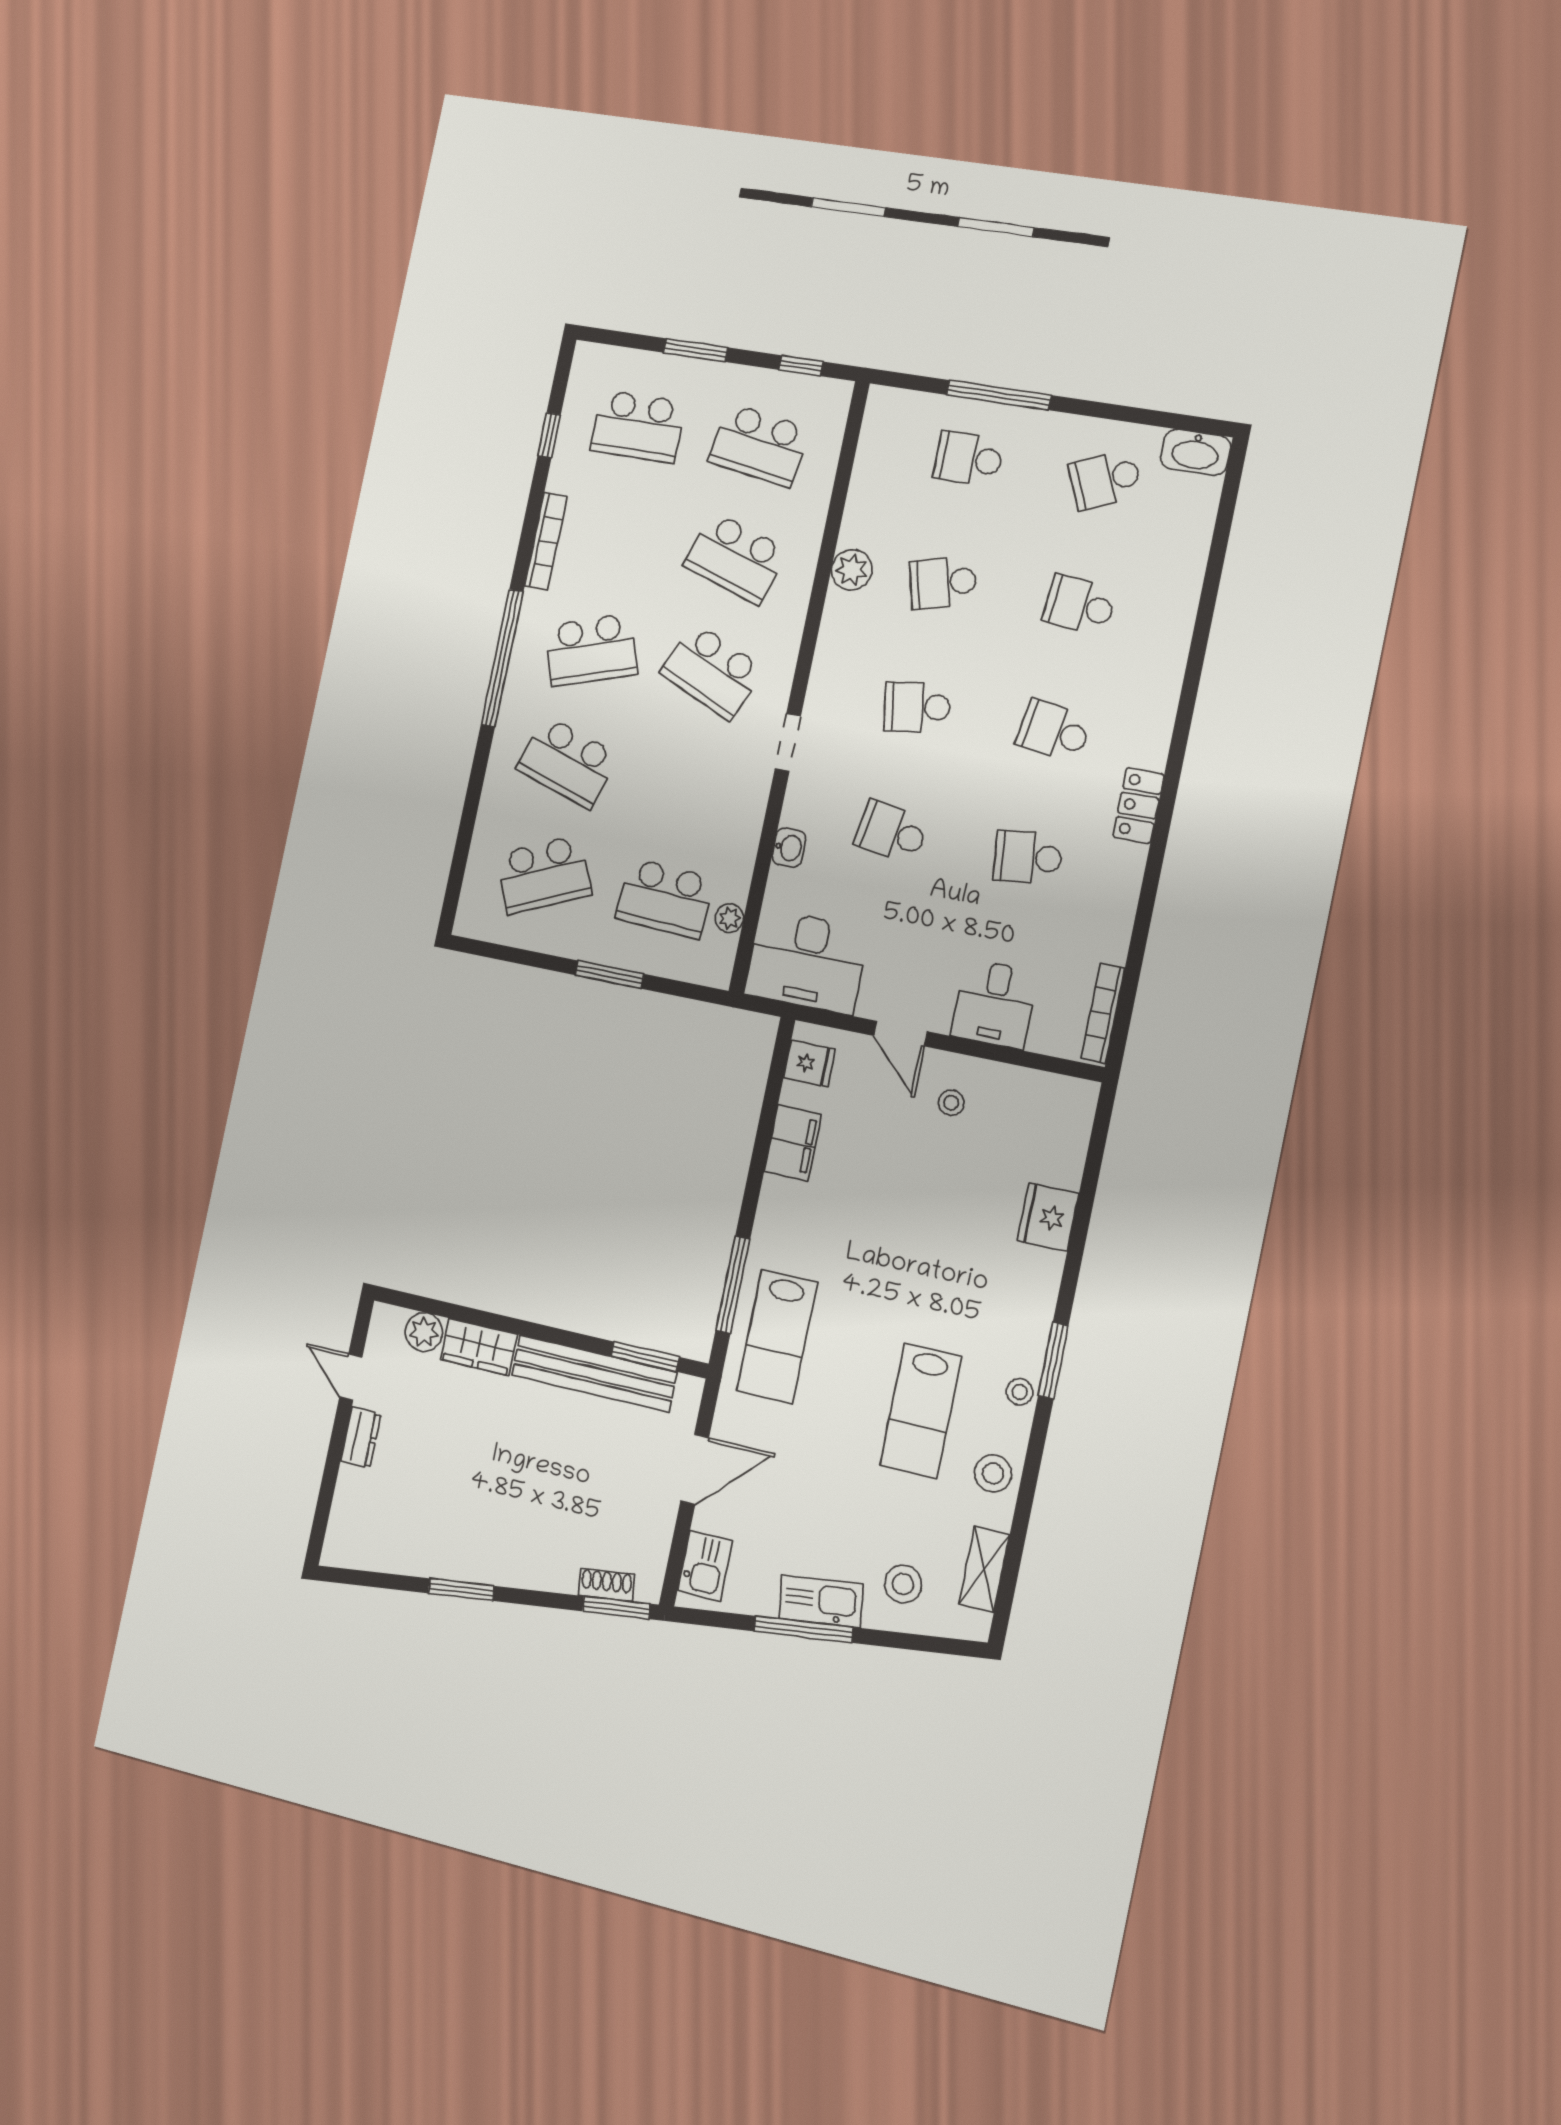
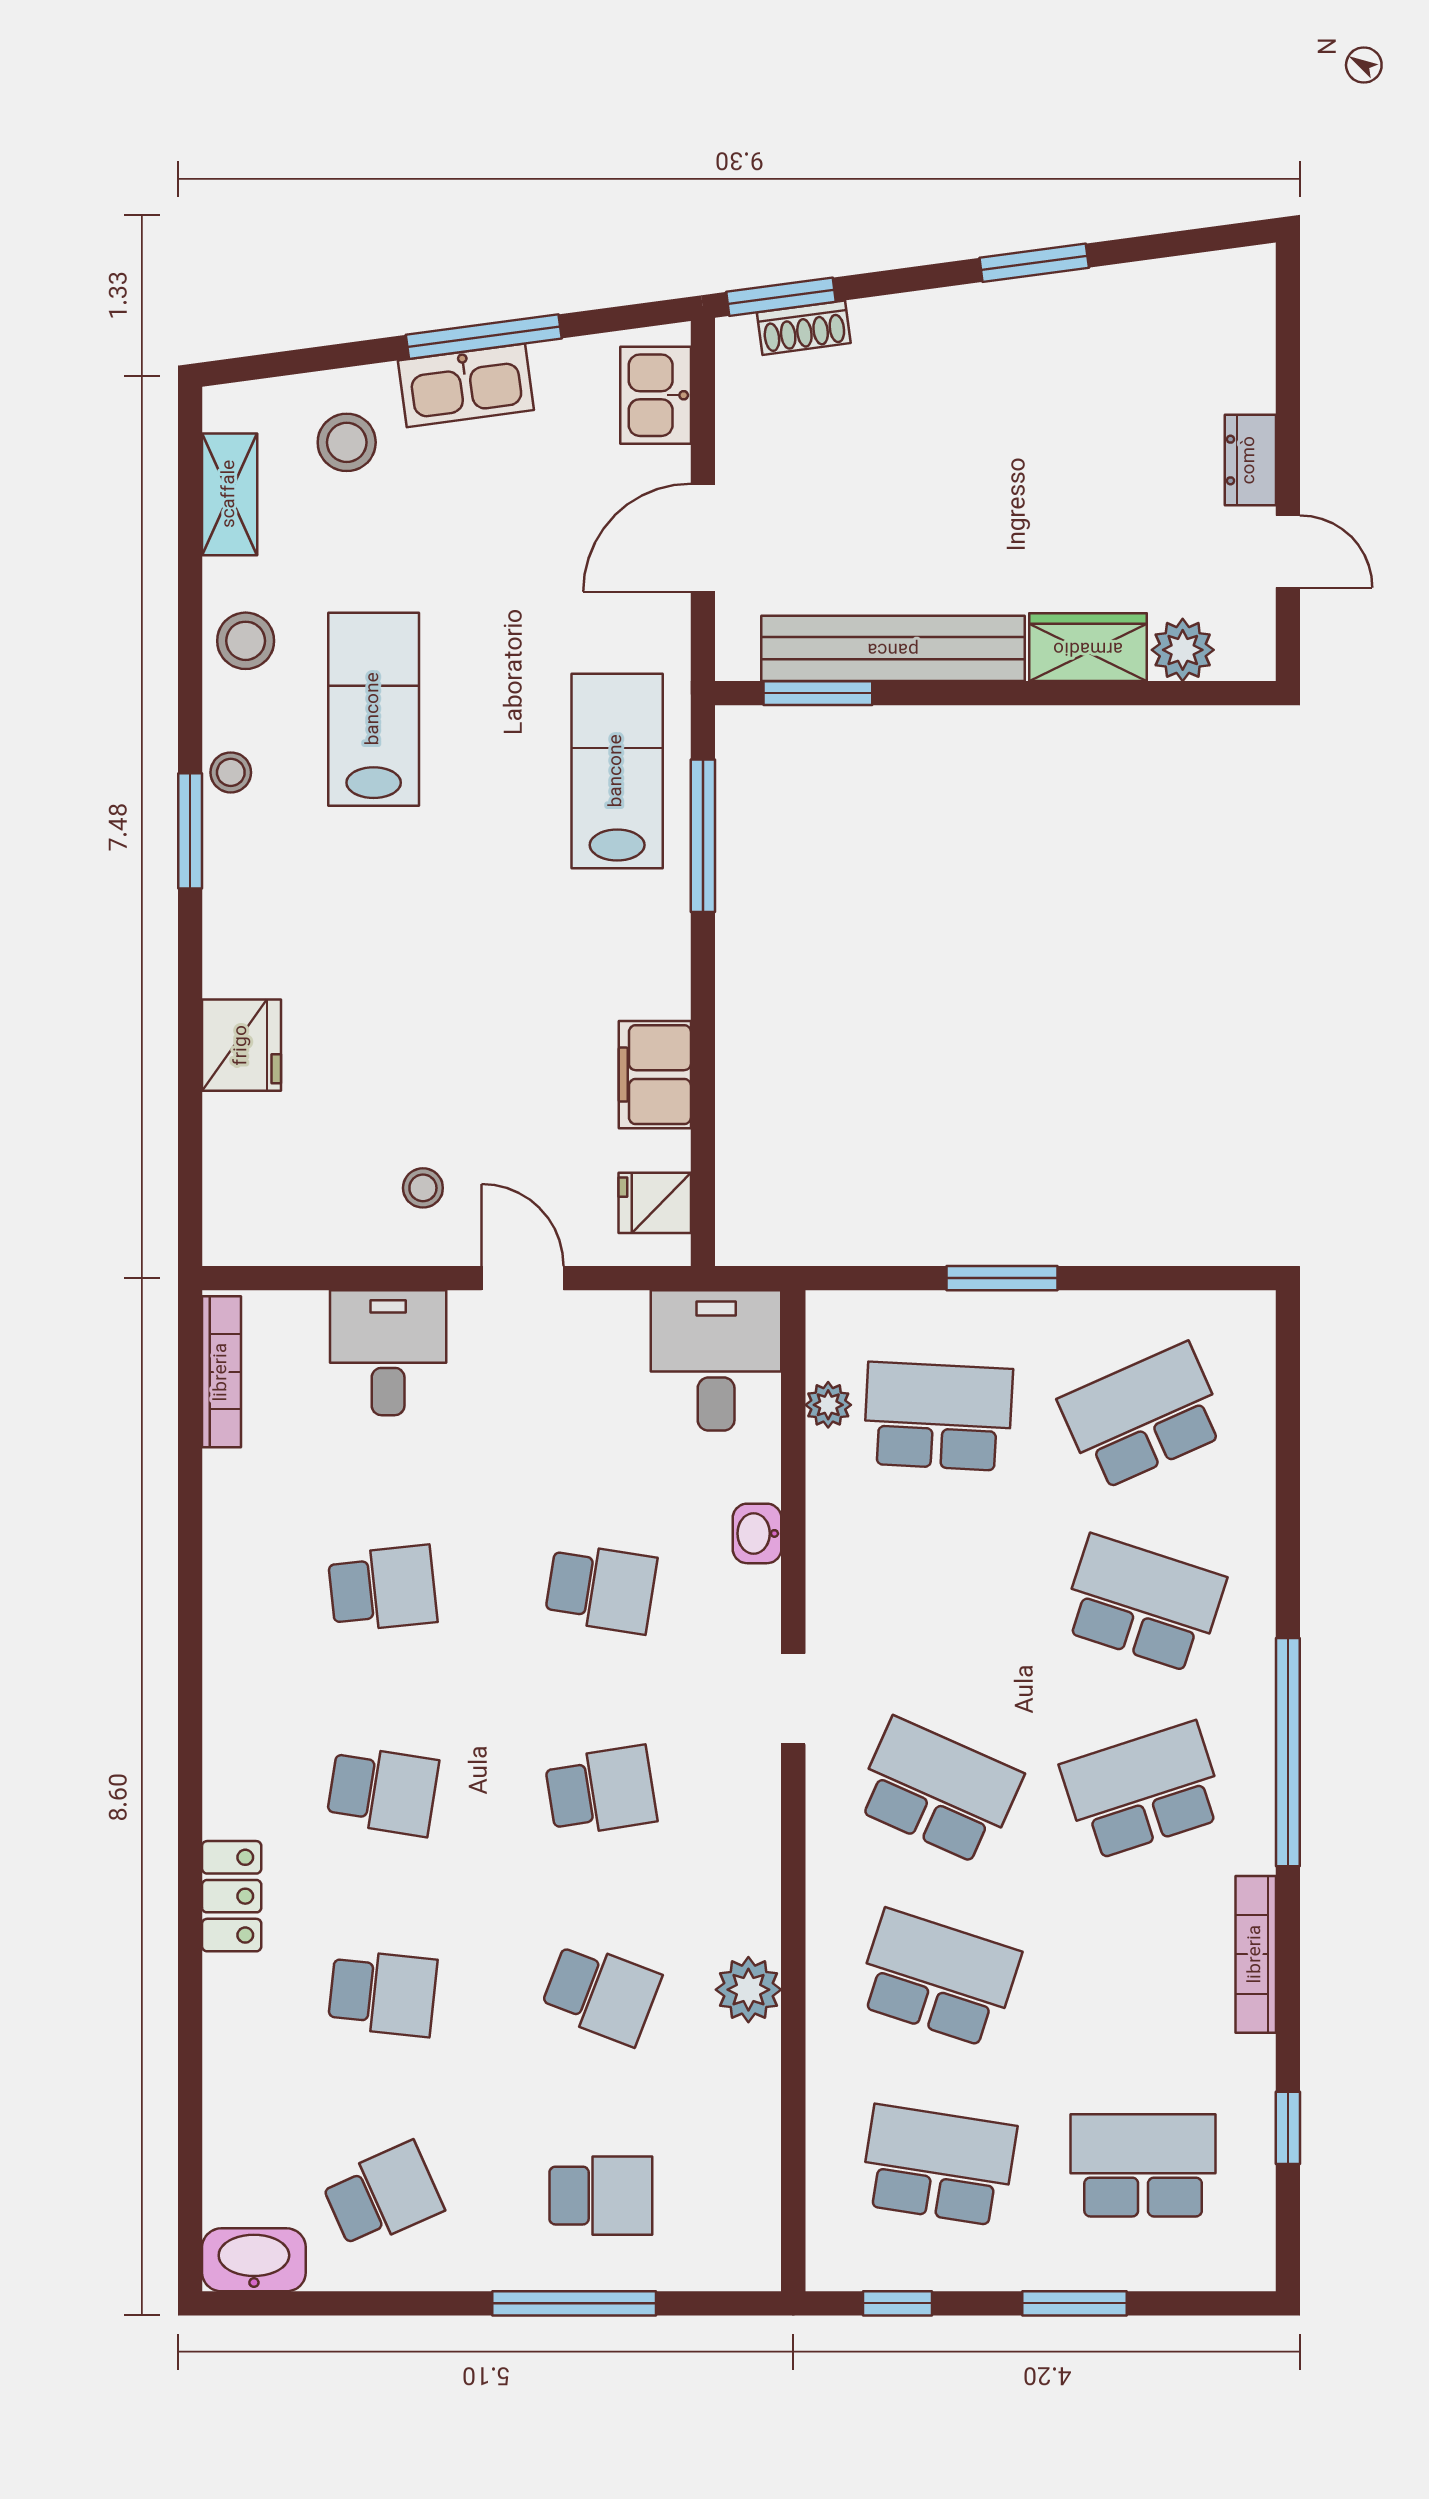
school desk: (943, 583) -> (601, 1993), turned 36
locker: (1138, 806) -> (232, 1896), moved
desk: (807, 962) -> (716, 1360), width x0.73

